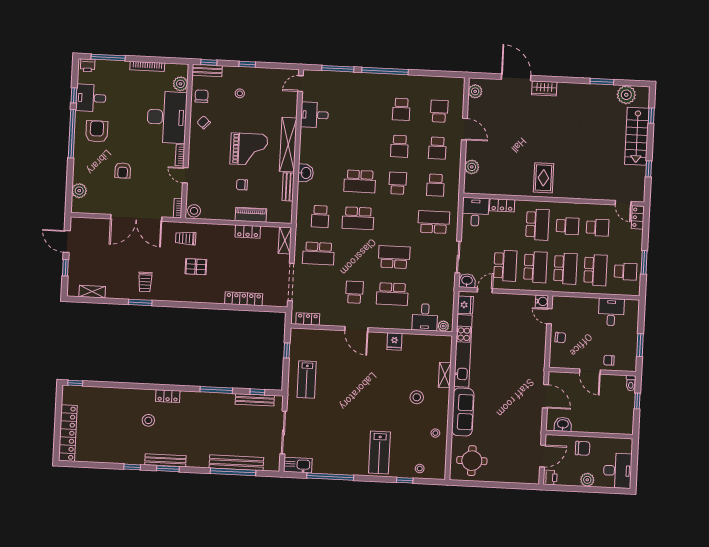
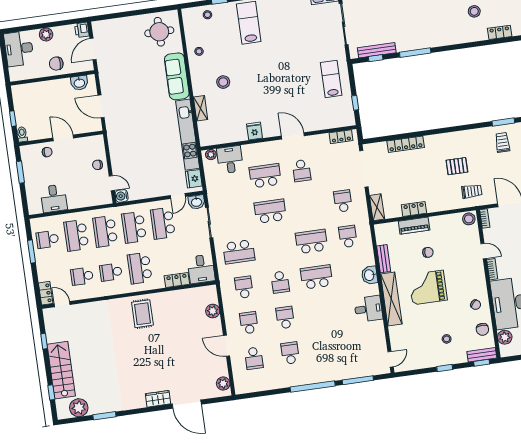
desk: (314, 115) -> (368, 309), moved
school desk: (318, 253) -> (343, 201), width x0.54
school desk: (394, 257) -> (270, 211), turned 180
locker: (168, 396) -> (500, 32), moved

